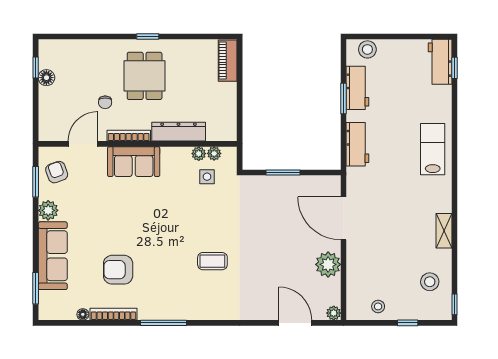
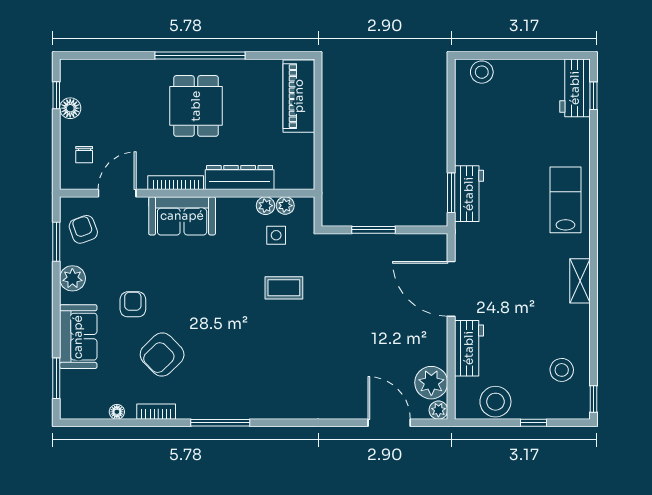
window: (148, 36) -> (200, 55), width x3.17
piano: (228, 61) -> (299, 96), width x1.37, depth x1.33
workbench: (357, 88) -> (469, 348), moved
window: (344, 99) -> (451, 193), moved
chair: (105, 102) -> (84, 155), moved
armchair: (95, 231) -> (133, 304), added
shelving: (444, 231) -> (580, 281), moved
sofa: (53, 256) -> (78, 337), width x0.73
coffee table: (212, 261) -> (284, 288), moved
plant: (328, 264) -> (431, 383), moved
armchair: (118, 270) -> (162, 354), turned -44
stool: (378, 306) -> (495, 402), width x1.89, depth x1.89
bookcase: (114, 314) -> (156, 412), width x0.64

